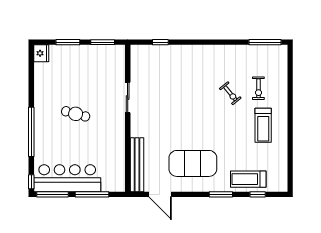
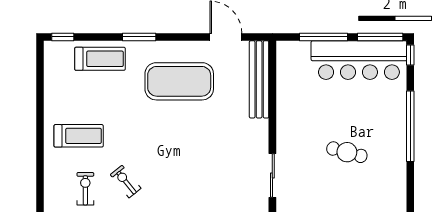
treadmill: (263, 125) -> (79, 136), turned 90
window: (258, 194) -> (63, 37), moved

